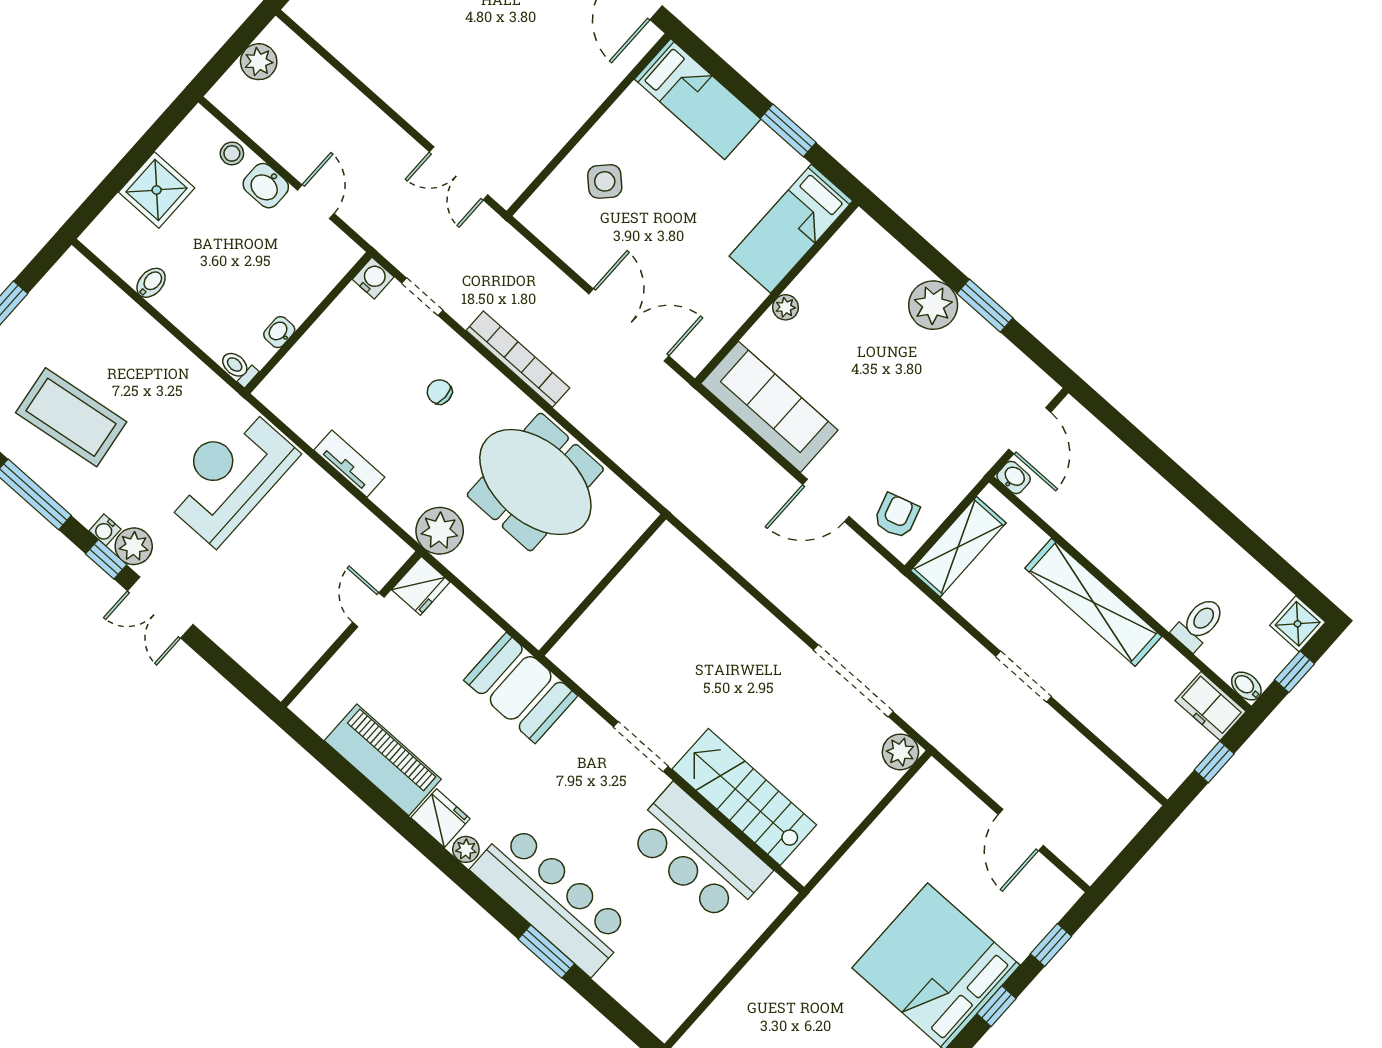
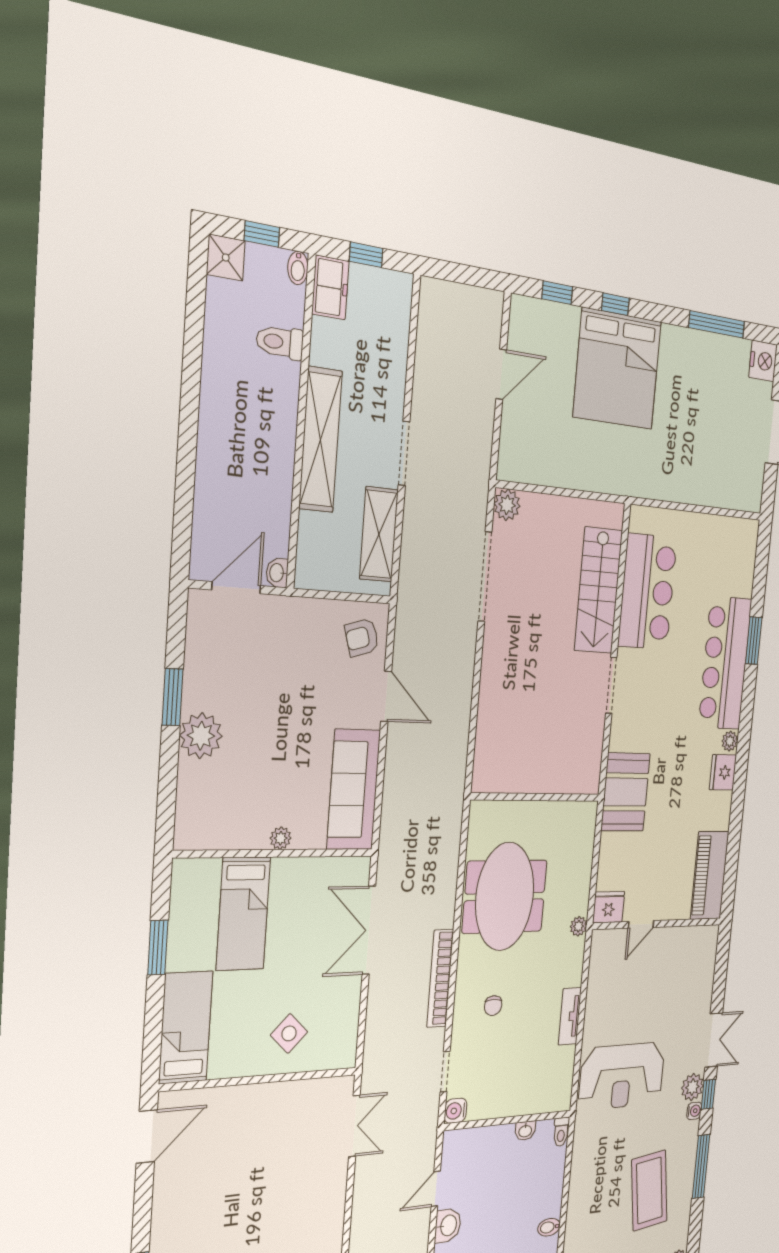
bed: (791, 229) -> (243, 914), moved, turned 90
plant: (440, 531) -> (579, 926), width x0.53, depth x0.53
shelving: (958, 547) -> (379, 534), moved, turned 90
piano: (383, 760) -> (710, 875), moved

